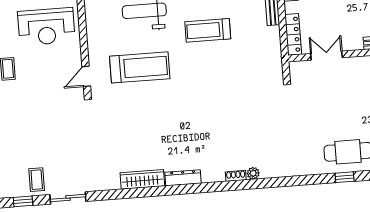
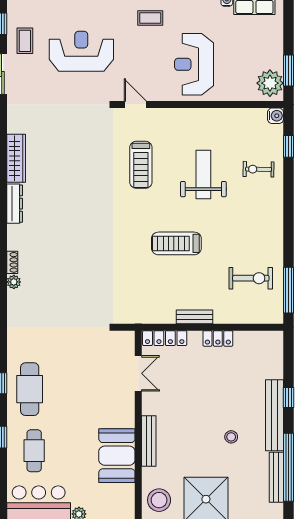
treadmill: (208, 30) -> (176, 243), turned -90
treadmill: (140, 67) -> (141, 165), width x0.73, depth x0.73
reception desk: (42, 128) -> (81, 51), added
coffee table: (37, 180) -> (25, 41), turned 90

